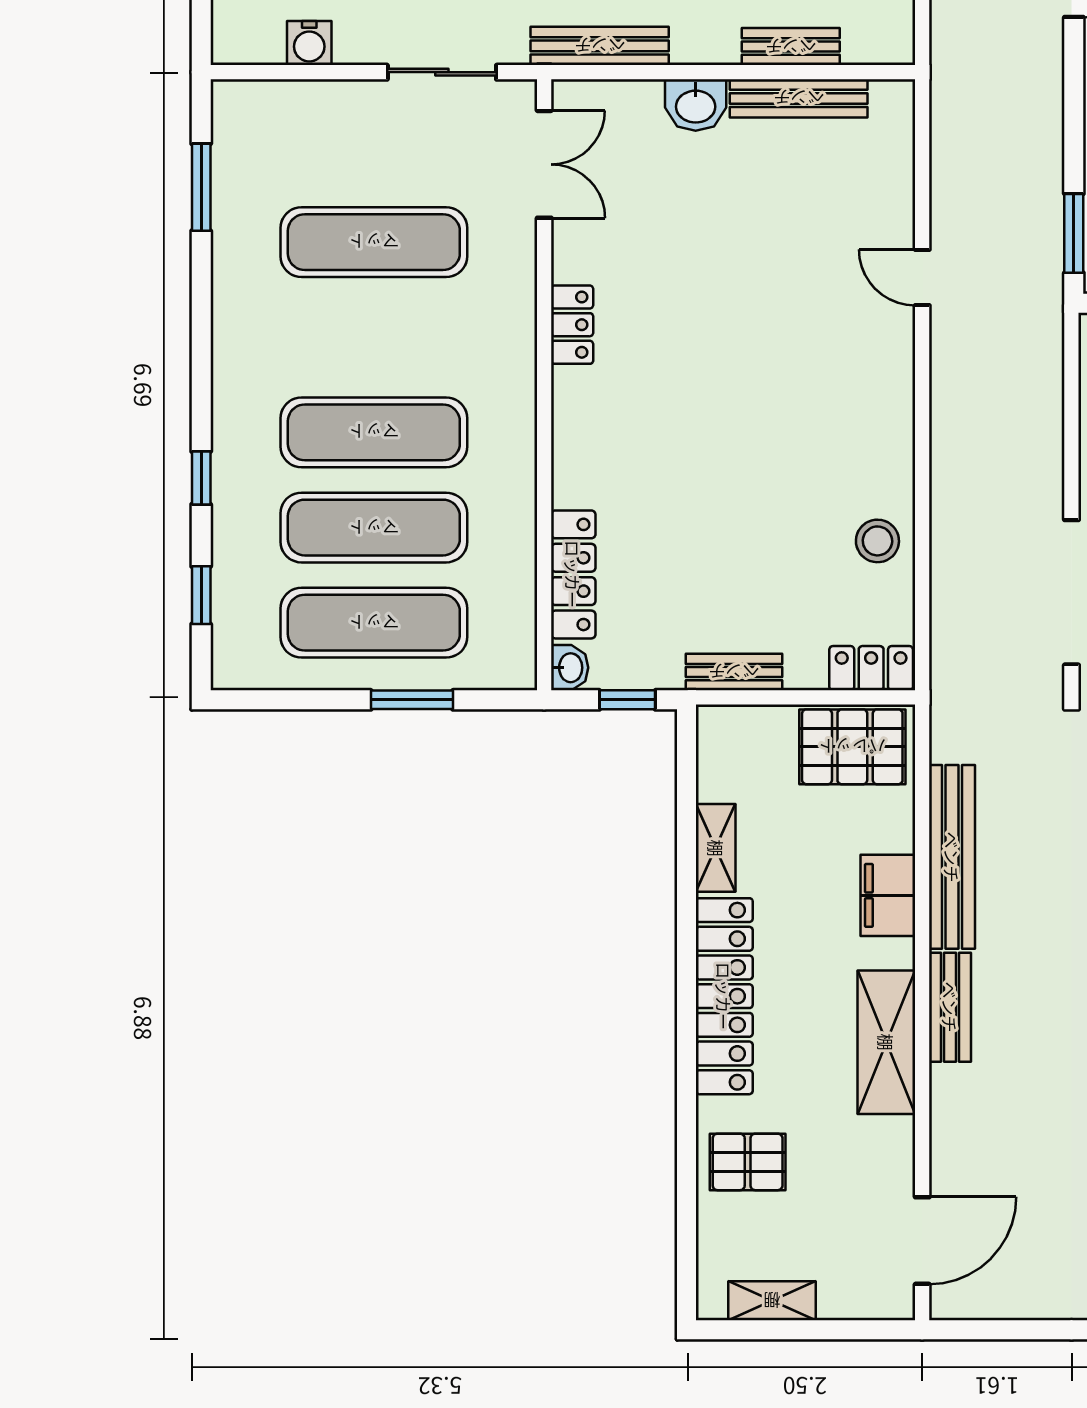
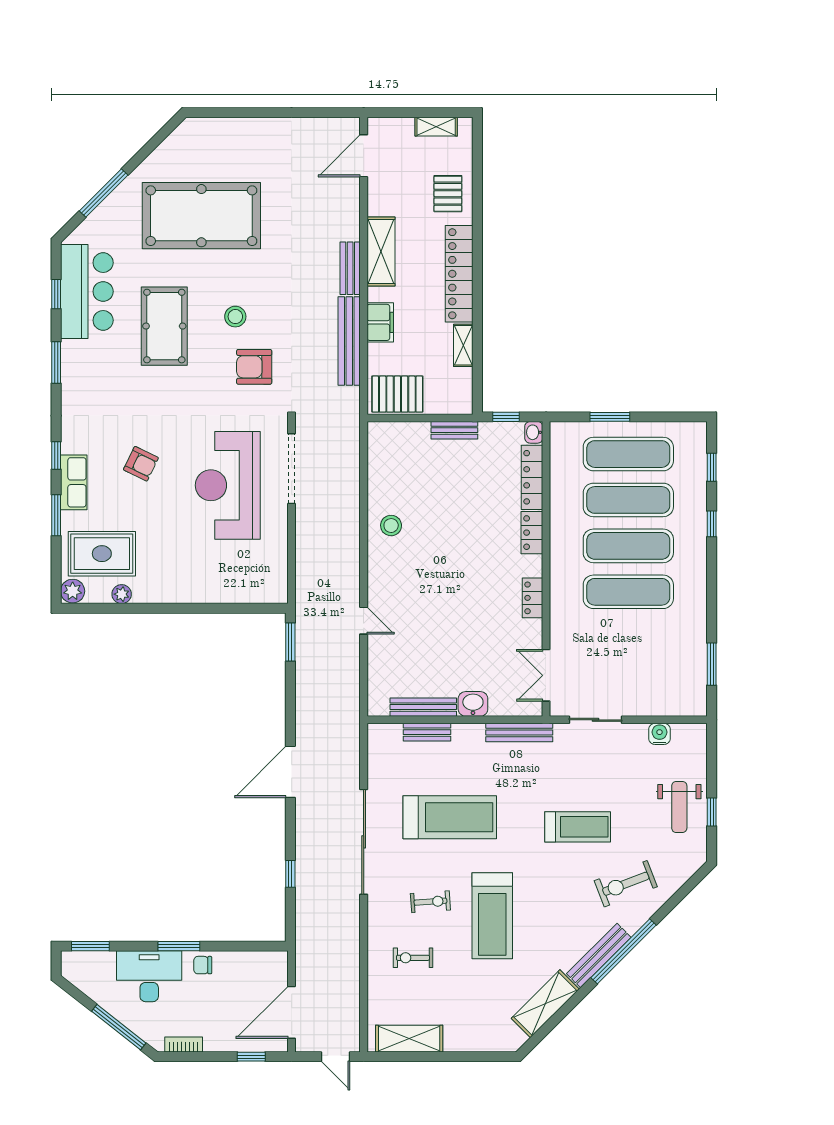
exercise mat: (374, 242) -> (628, 592), moved
stool: (877, 541) -> (391, 526), moved
locker: (871, 668) -> (532, 533), moved, turned 90
pallet: (748, 1162) -> (448, 194), turned 90

